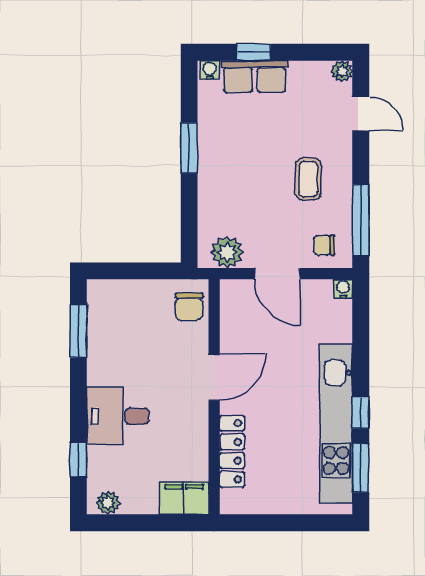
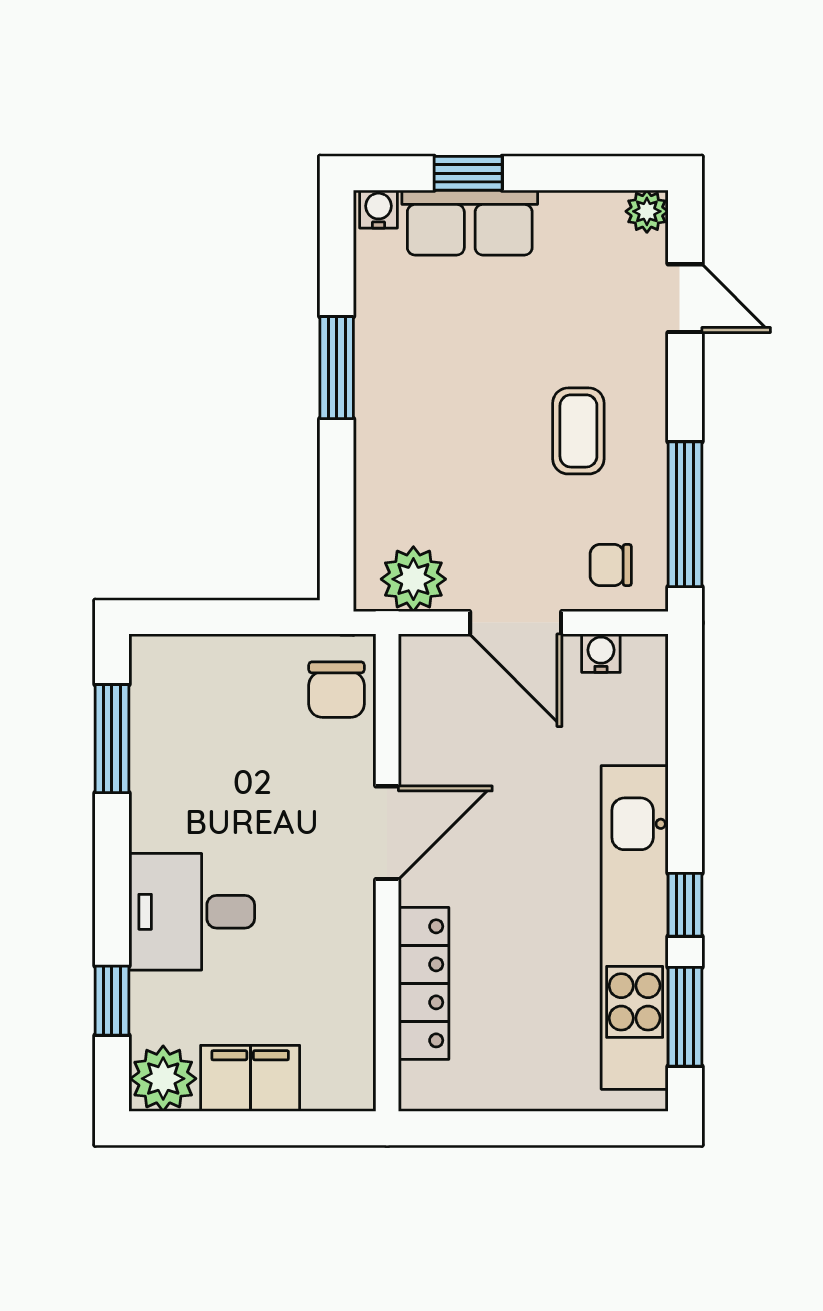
water cooler: (343, 289) -> (601, 653), moved
filing cabinet: (184, 498) -> (250, 1078), moved
plant: (108, 503) -> (163, 1079), width x1.38, depth x1.38

